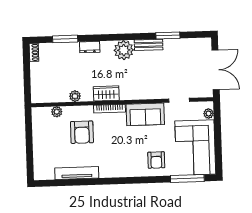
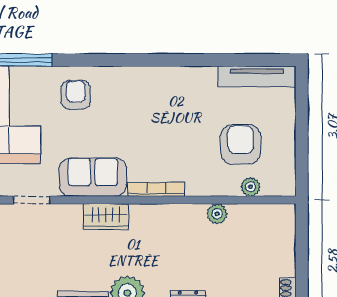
wardrobe: (106, 93) -> (106, 217), moved
armchair: (82, 132) -> (241, 144), moved
tv unit: (77, 173) -> (257, 76), moved

